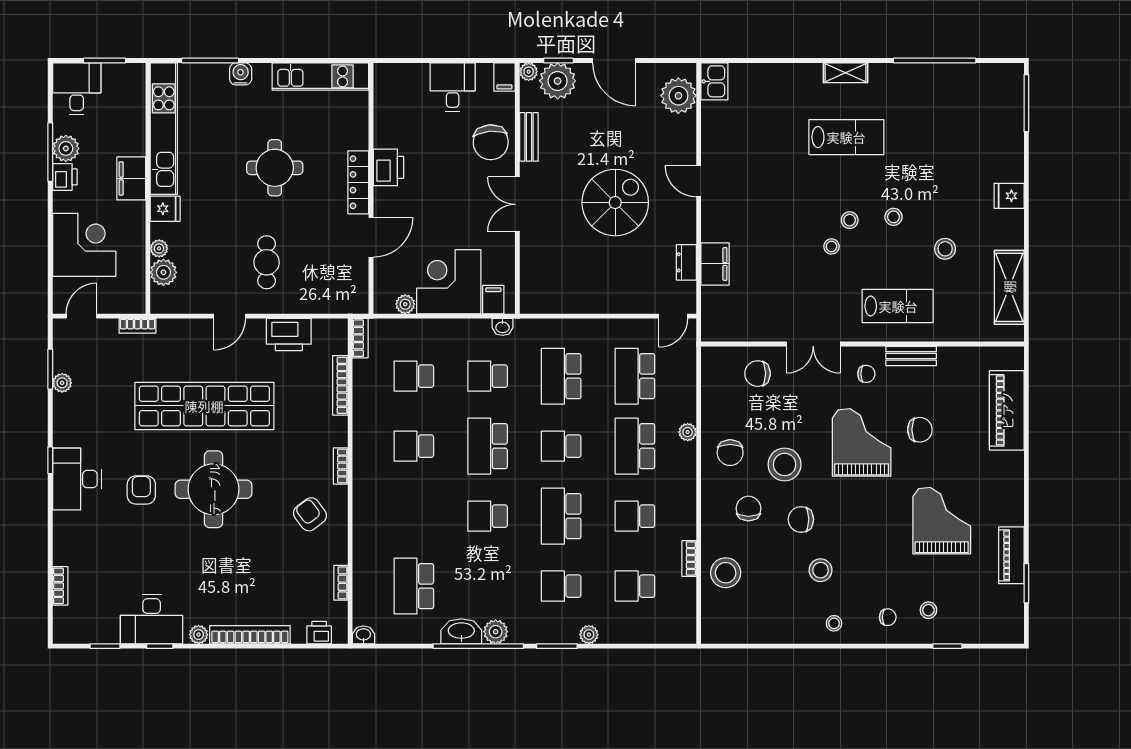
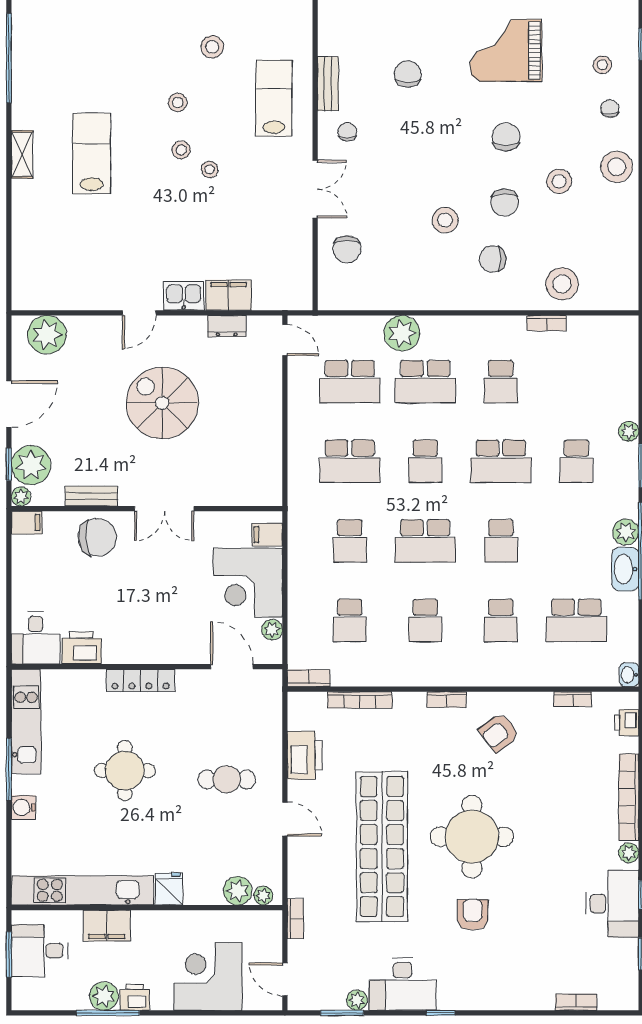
window: (210, 60) -> (9, 769), moved
kitchen sink: (714, 81) -> (184, 296), moved
desk: (453, 87) -> (36, 638), moved, turned -90
desk: (77, 89) -> (39, 951), moved
printer: (388, 167) -> (82, 648), moved
filing cabinet: (131, 178) -> (107, 926), moved
door: (371, 237) -> (232, 667), moved
plant: (159, 248) -> (263, 896), moved
washbasin: (503, 327) -> (297, 525), removed
plant: (688, 432) -> (402, 333), width x1.88, depth x1.88
grand piano: (862, 442) -> (421, 137), removed
chair: (730, 453) -> (506, 137), moved, turned -90
stool: (785, 464) -> (445, 220), width x0.73, depth x0.73
desk: (77, 479) -> (403, 984), moved
armchair: (141, 490) -> (473, 915), turned 90
school desk: (635, 586) -> (501, 620), moved
stool: (834, 623) -> (617, 167), width x1.89, depth x1.89

